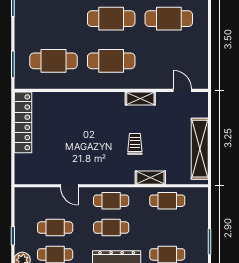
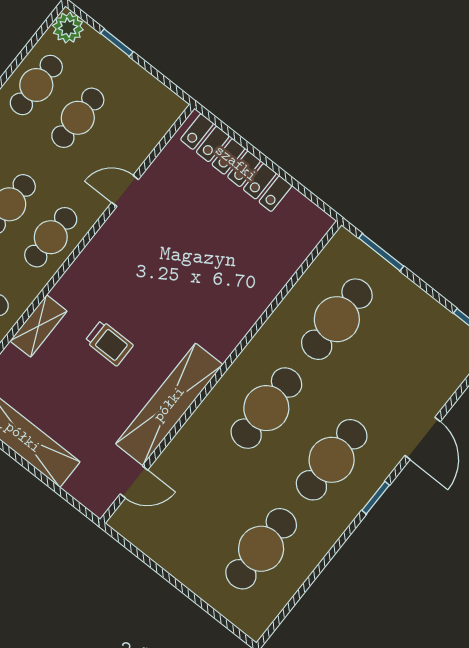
shelving: (140, 99) -> (169, 404), width x2.20, depth x1.33
locker: (23, 122) -> (236, 163), moved

